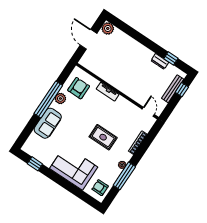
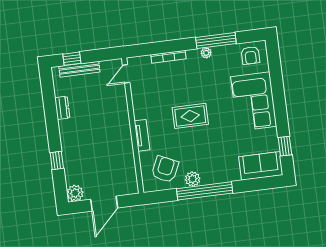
window: (171, 58) -> (57, 160), moved
armchair: (79, 88) -> (165, 169), turned 115
sofa: (48, 123) -> (261, 166), moved
rug: (103, 137) -> (190, 116), moved, turned 90

